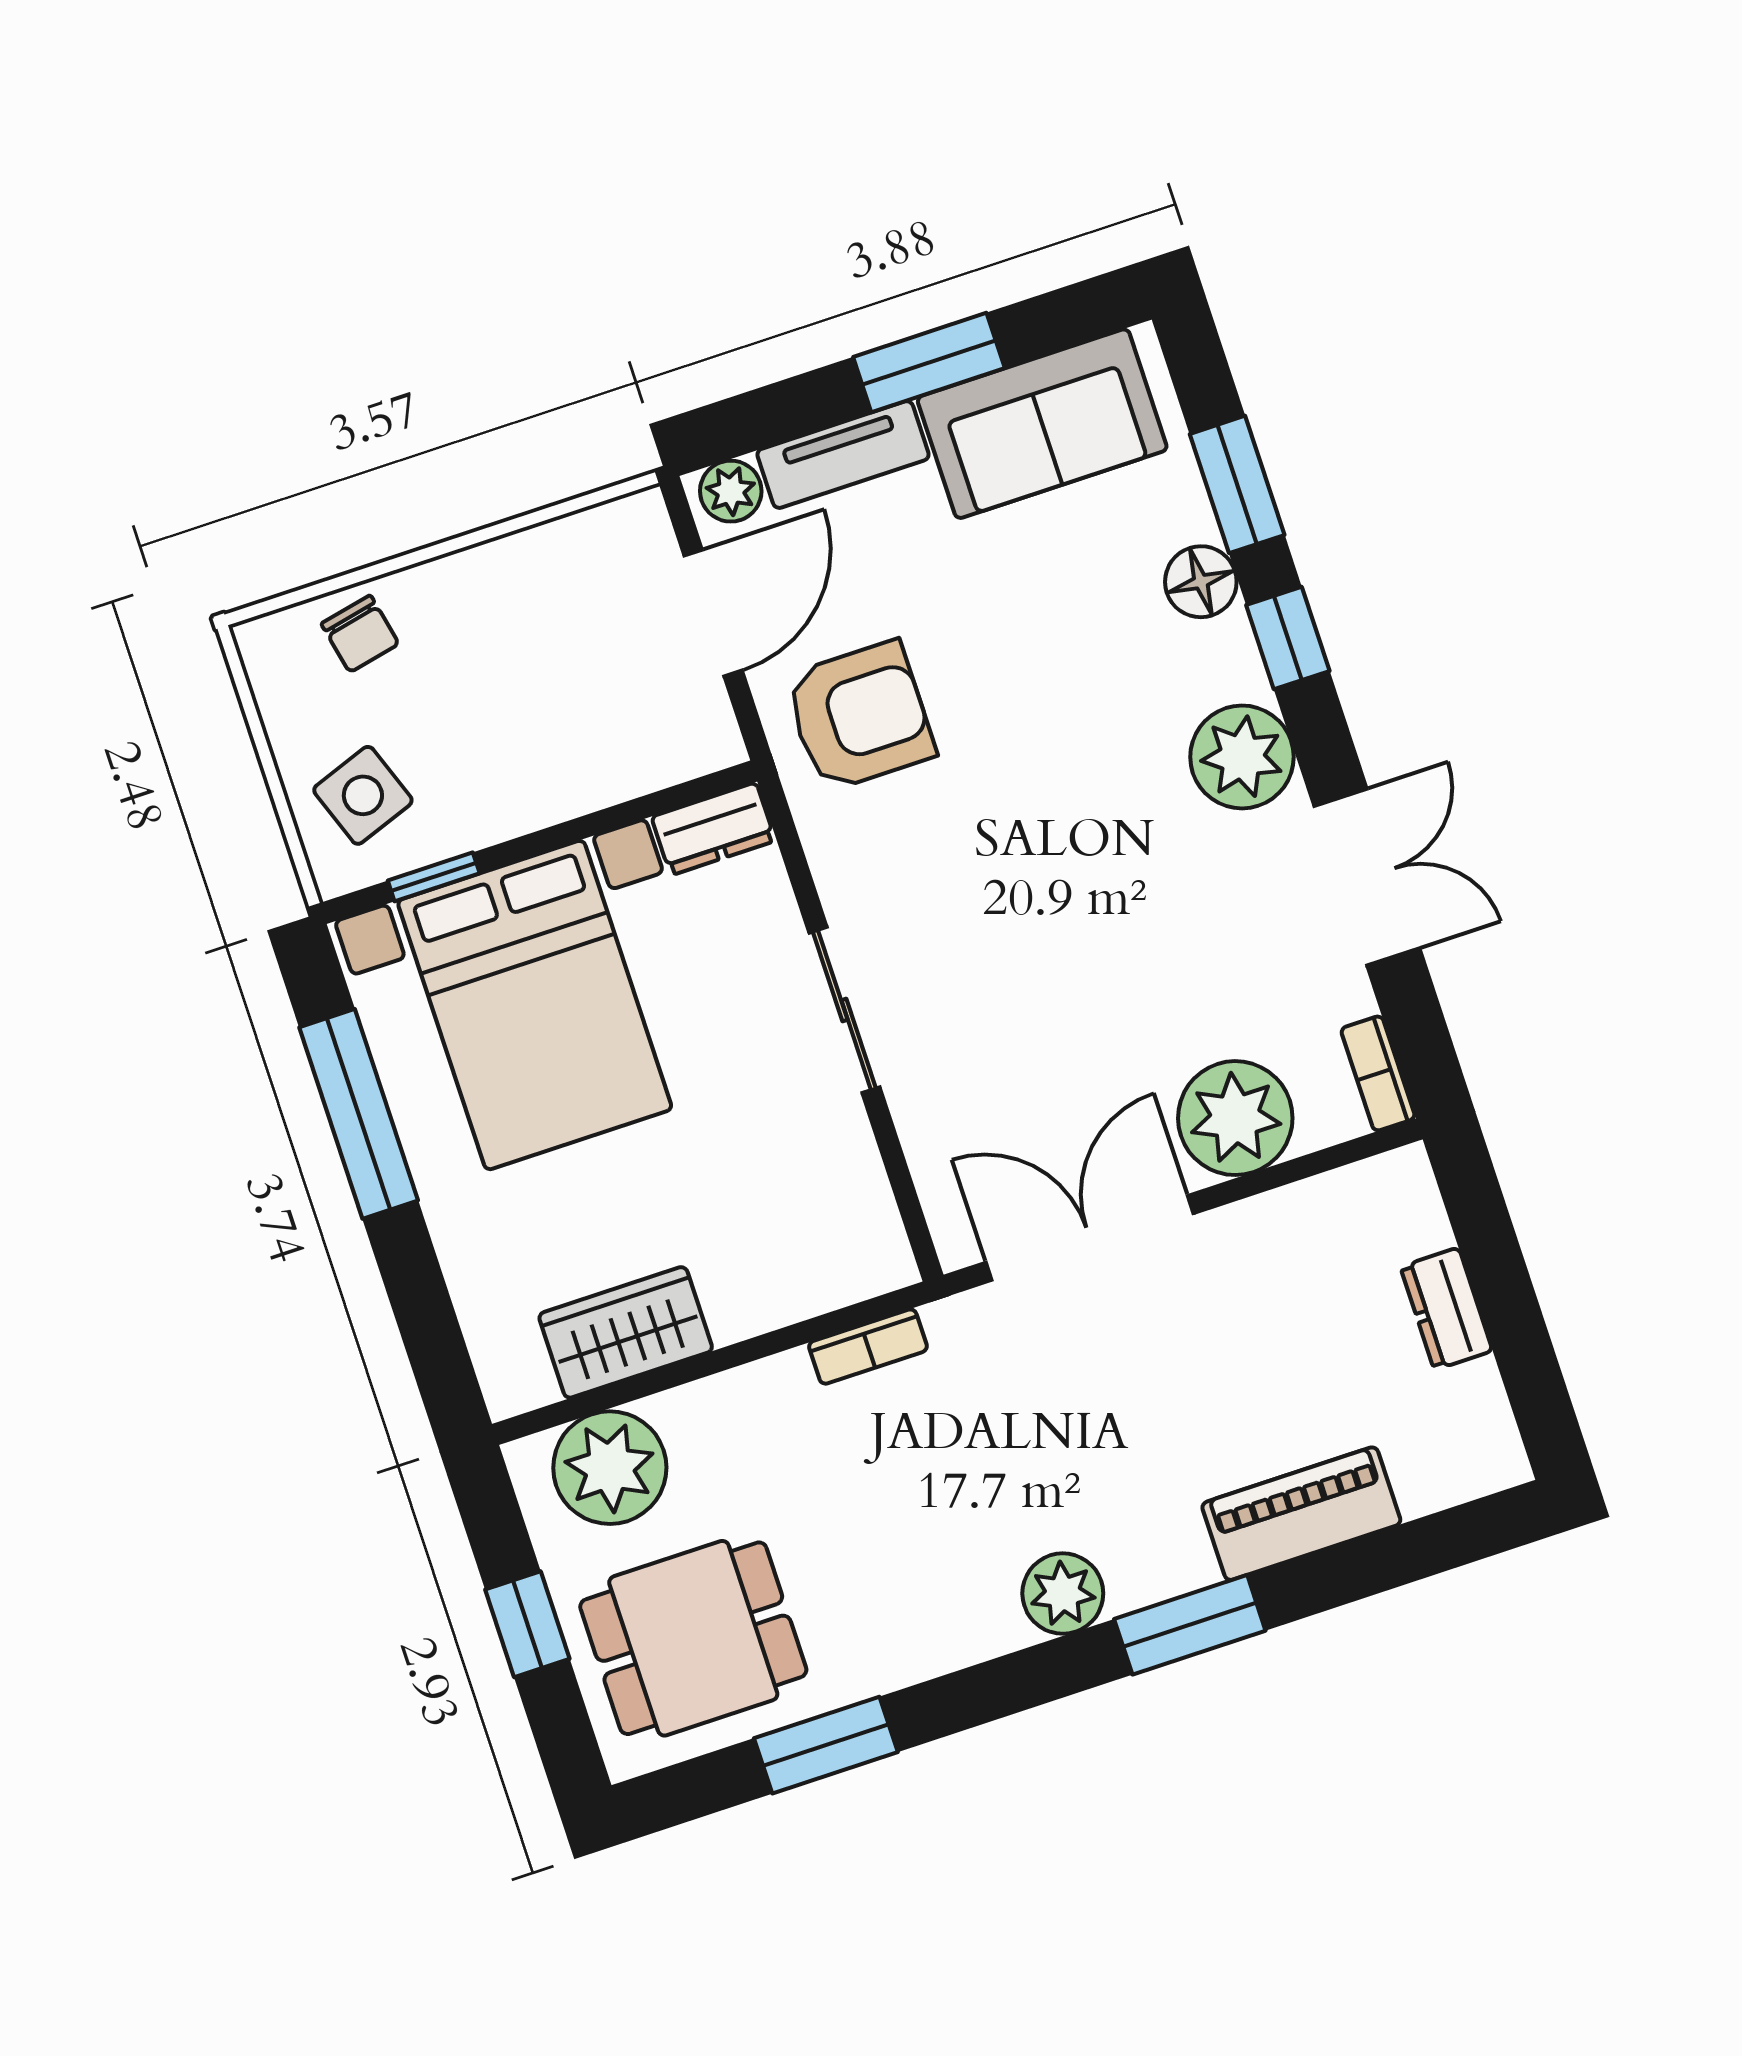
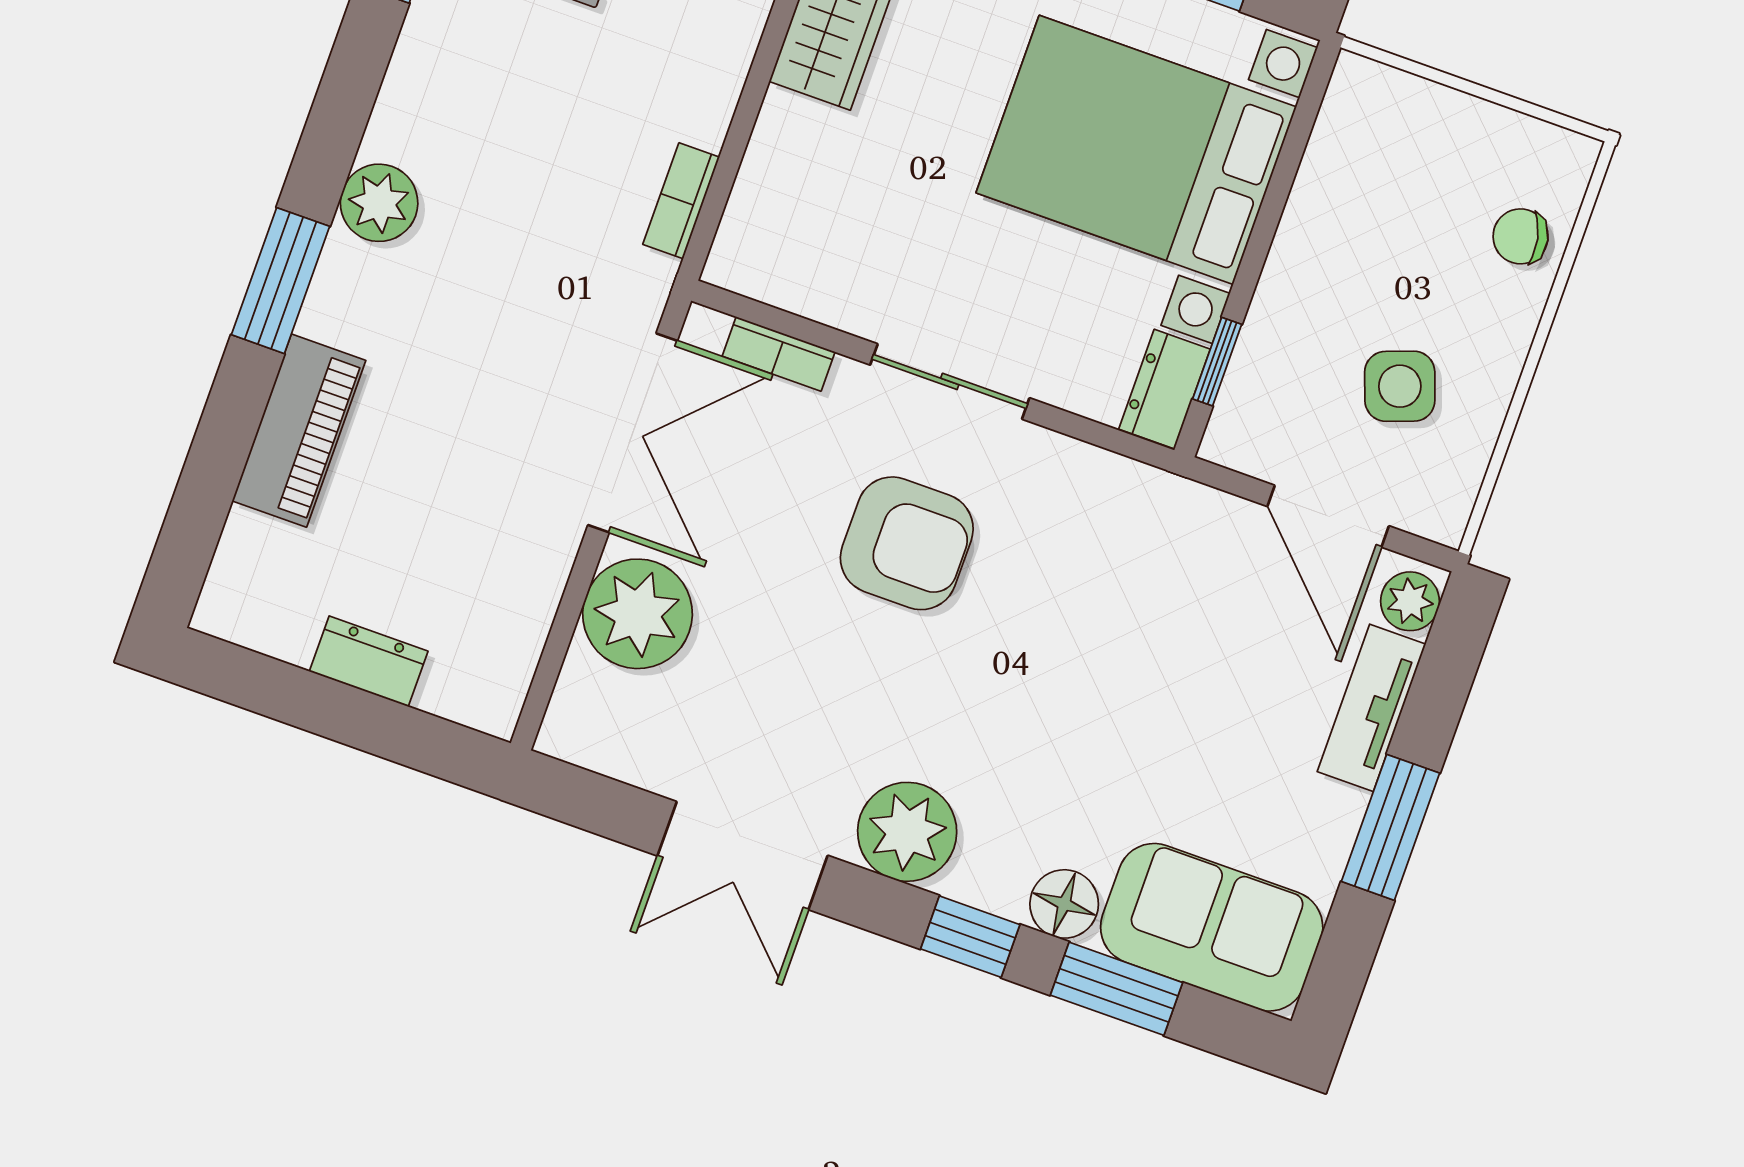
sofa: (1042, 424) -> (1212, 927), moved, turned 90
armchair: (860, 716) -> (907, 543), moved, turned -90
side table: (363, 795) -> (1400, 386), moved
window: (434, 877) -> (1217, 362), moved
bookcase: (1378, 1073) -> (779, 354), moved, turned 180

